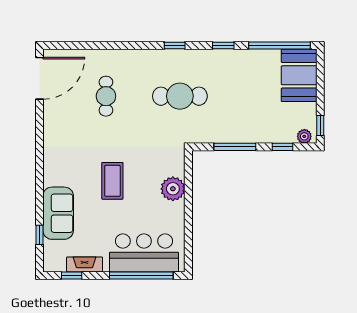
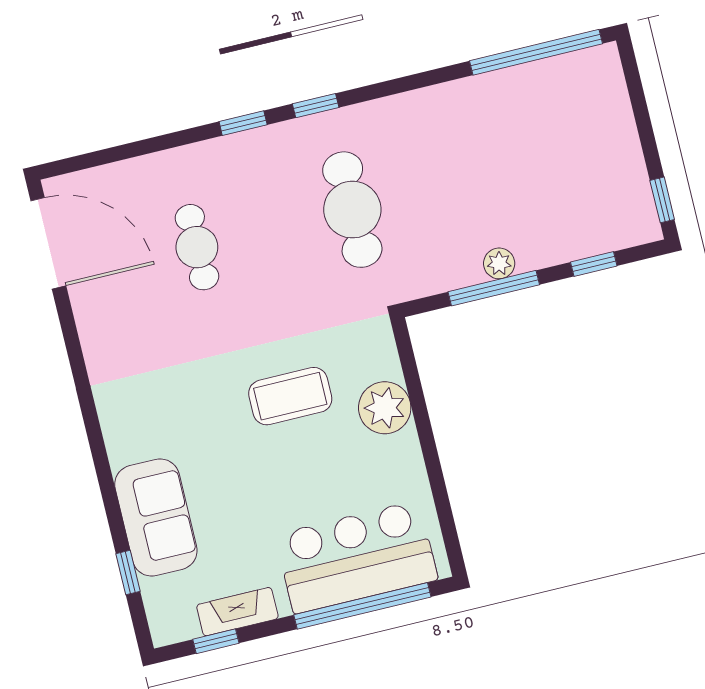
window: (223, 45) -> (243, 123), moved
booth: (299, 75) -> (592, 105), removed
door: (40, 78) -> (48, 243), hinge flipped
cafe table: (180, 96) -> (352, 210), turned 90
plant: (304, 136) -> (499, 263), moved
coffee table: (112, 181) -> (290, 396), moved, turned 90

